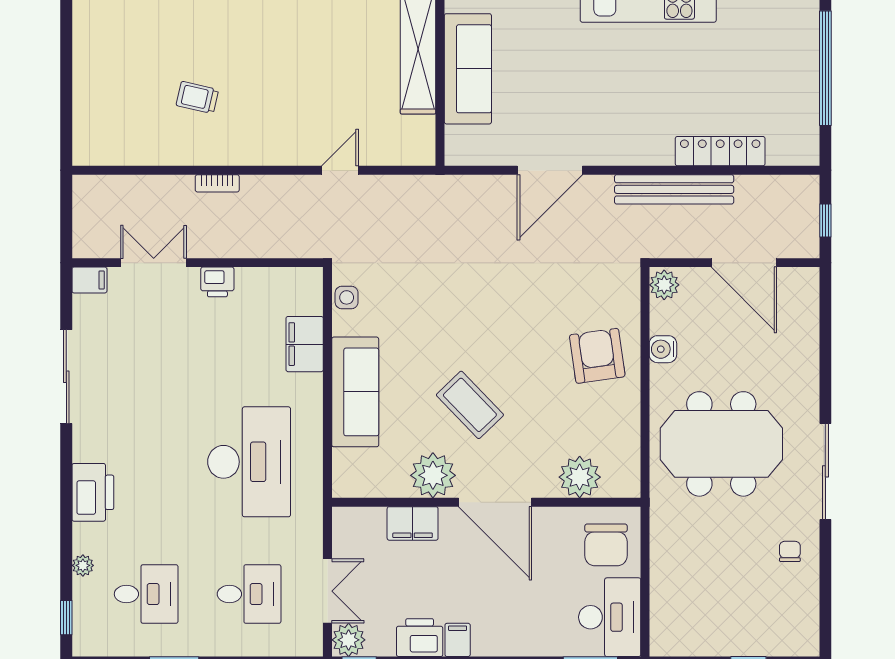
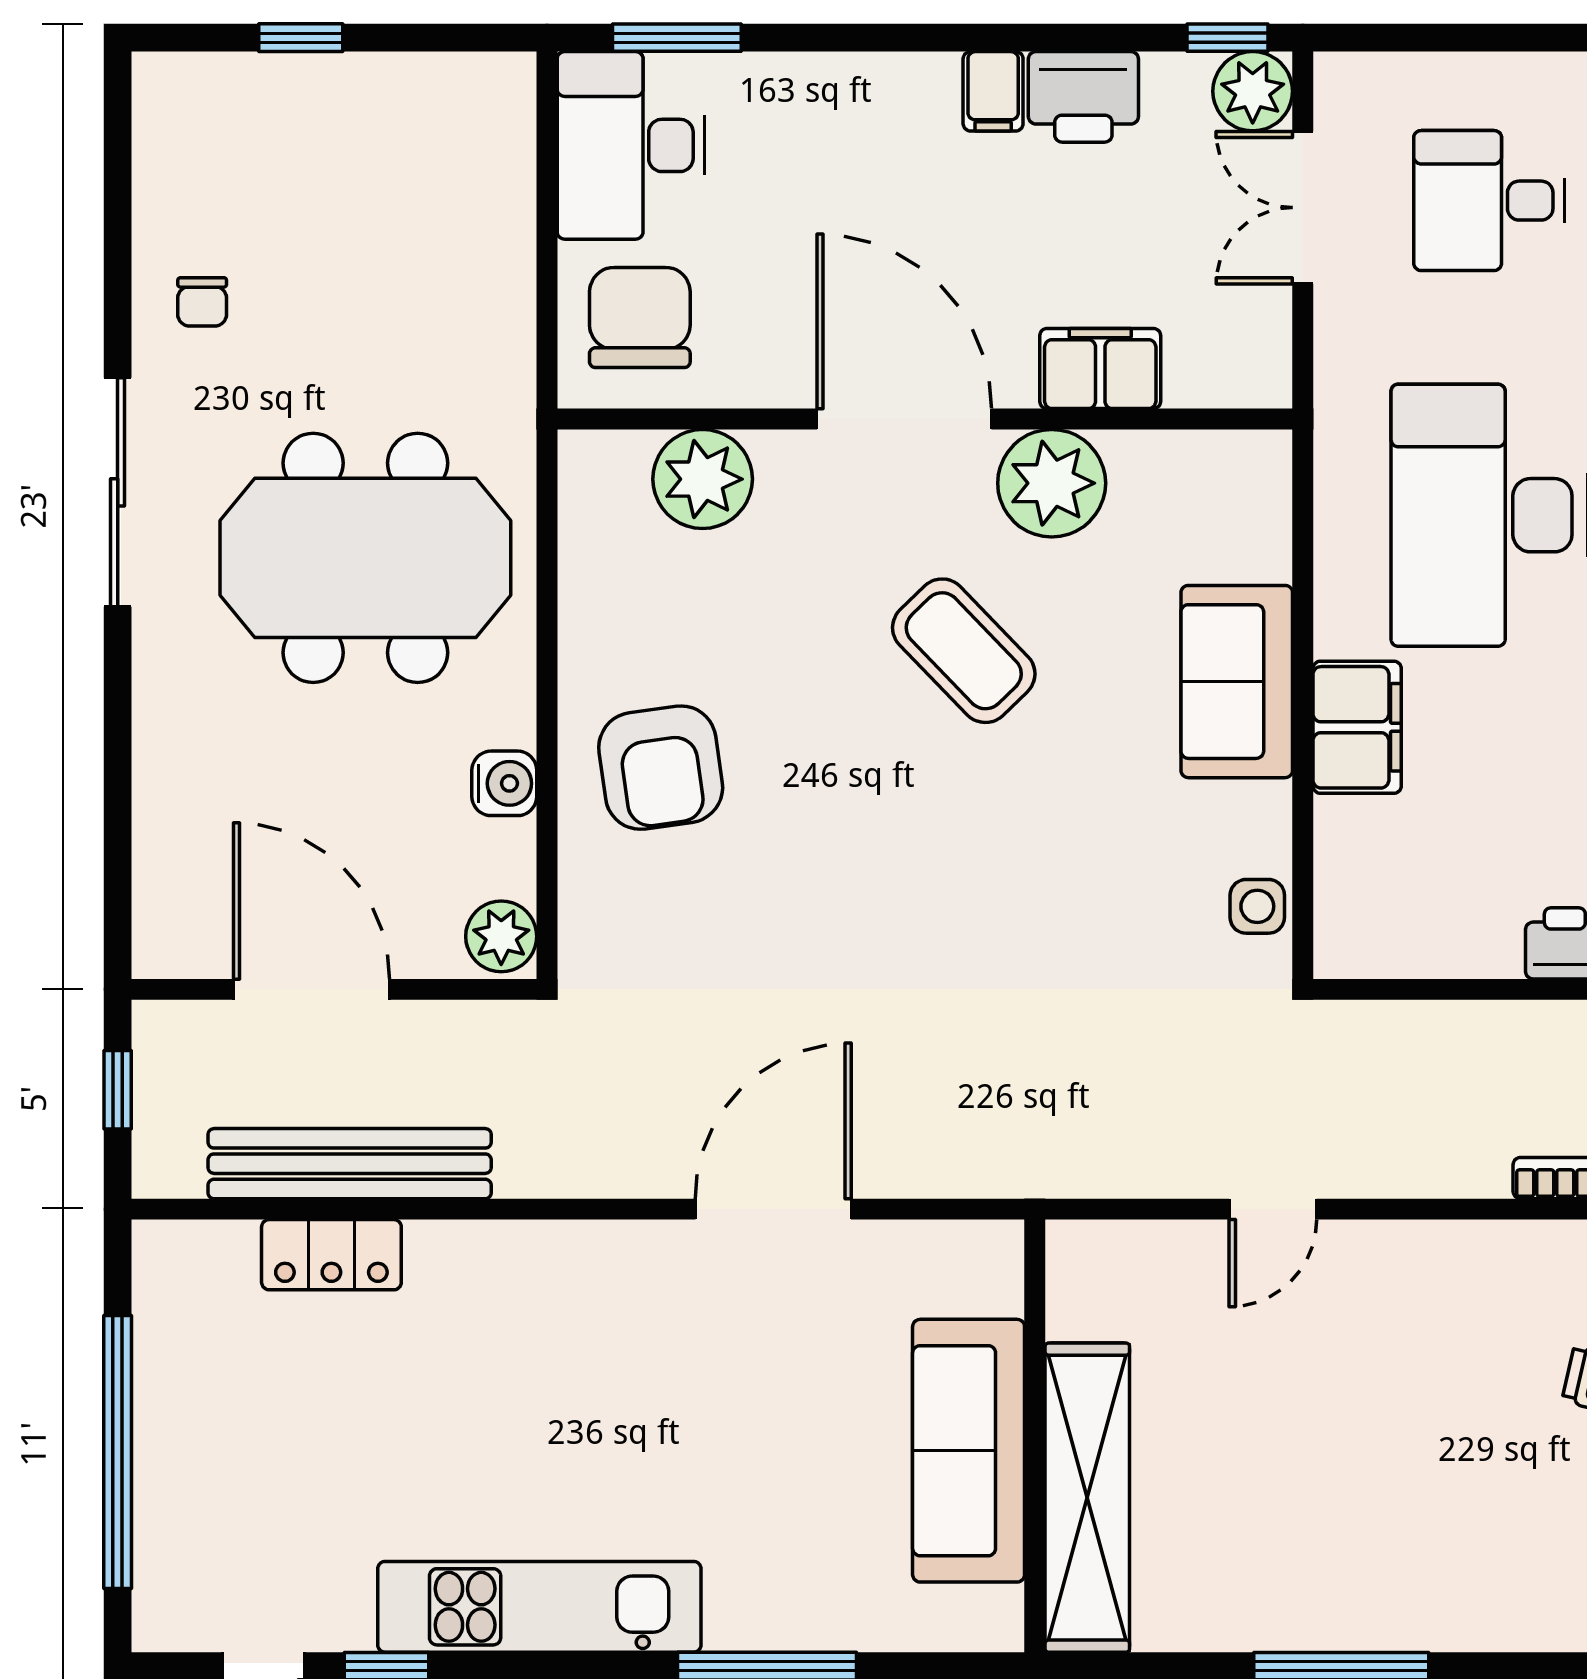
locker: (720, 151) -> (331, 1255), width x0.66
bench: (674, 189) -> (350, 1164), moved
filing cabinet: (305, 344) -> (1357, 727), moved
sofa: (355, 392) -> (1237, 682), width x0.73

